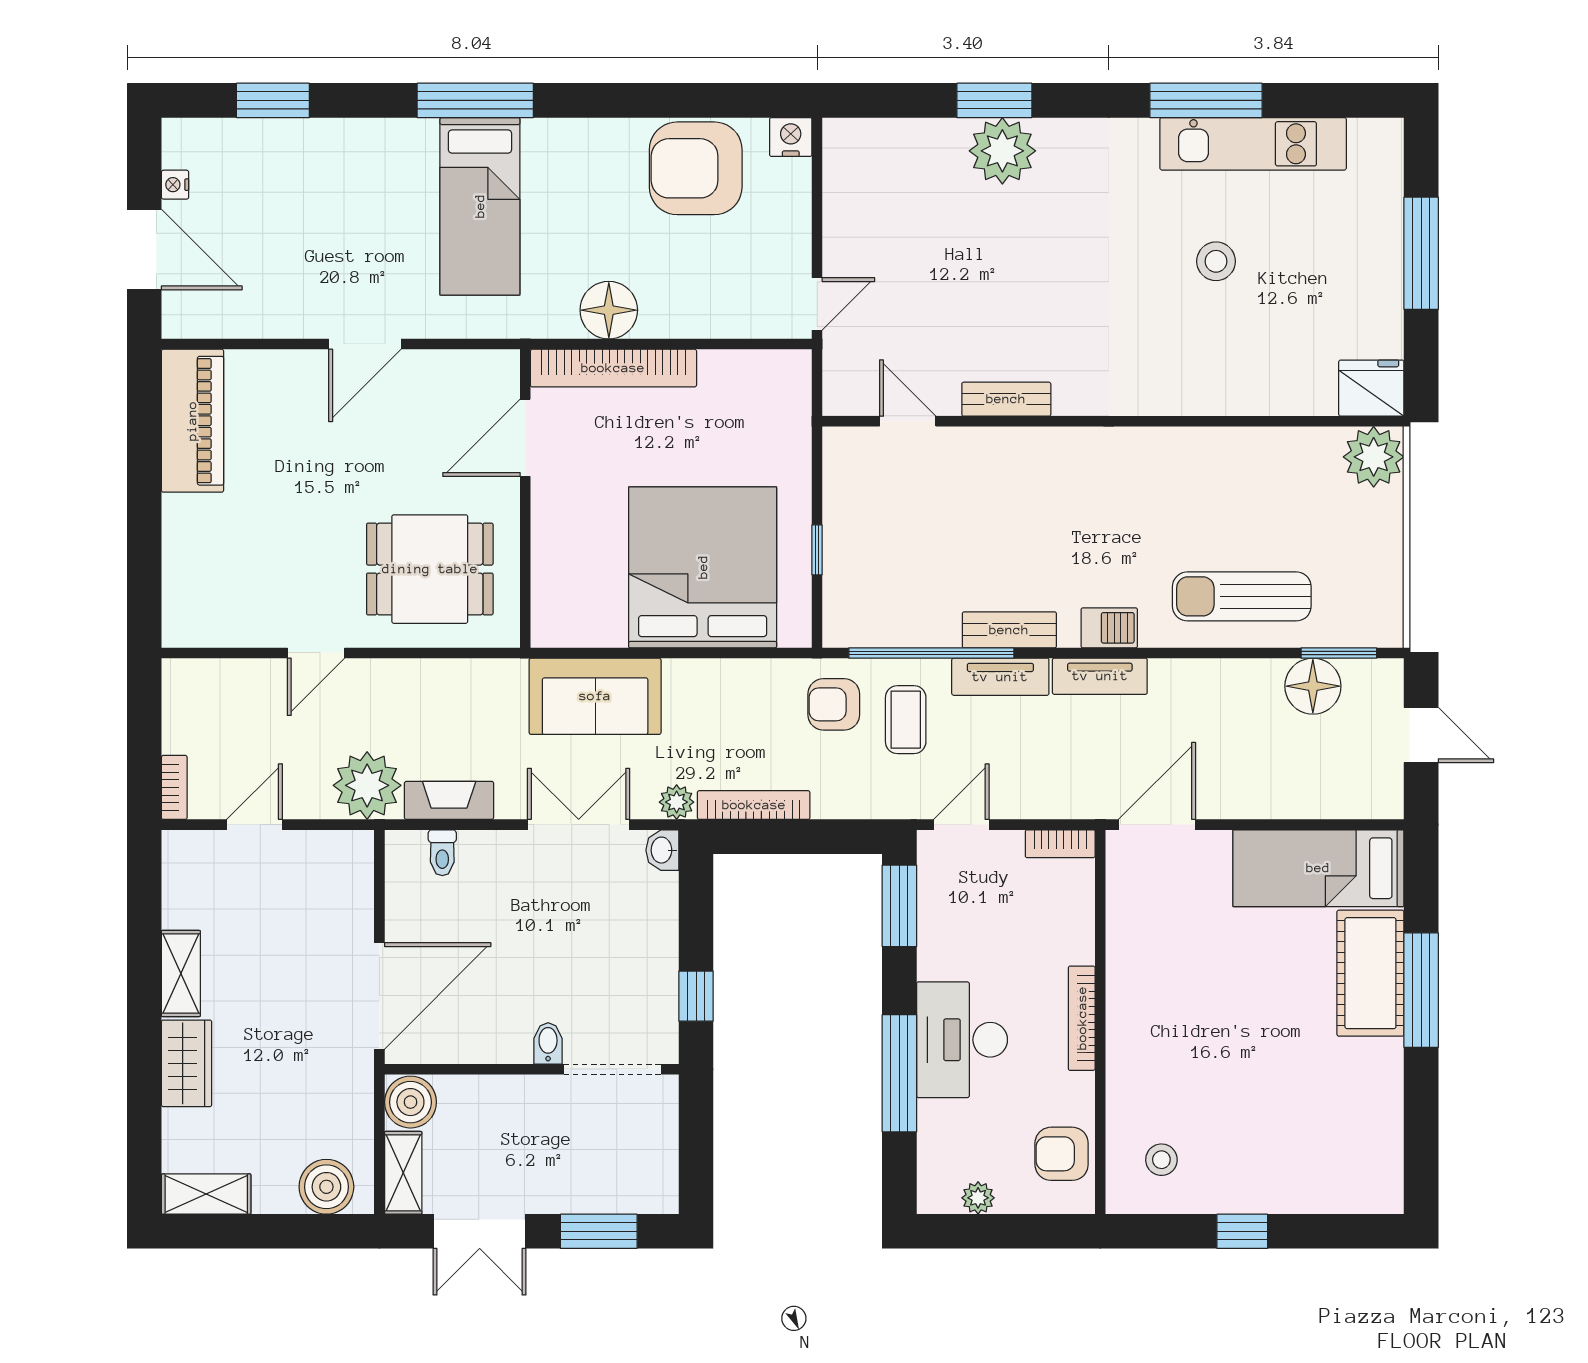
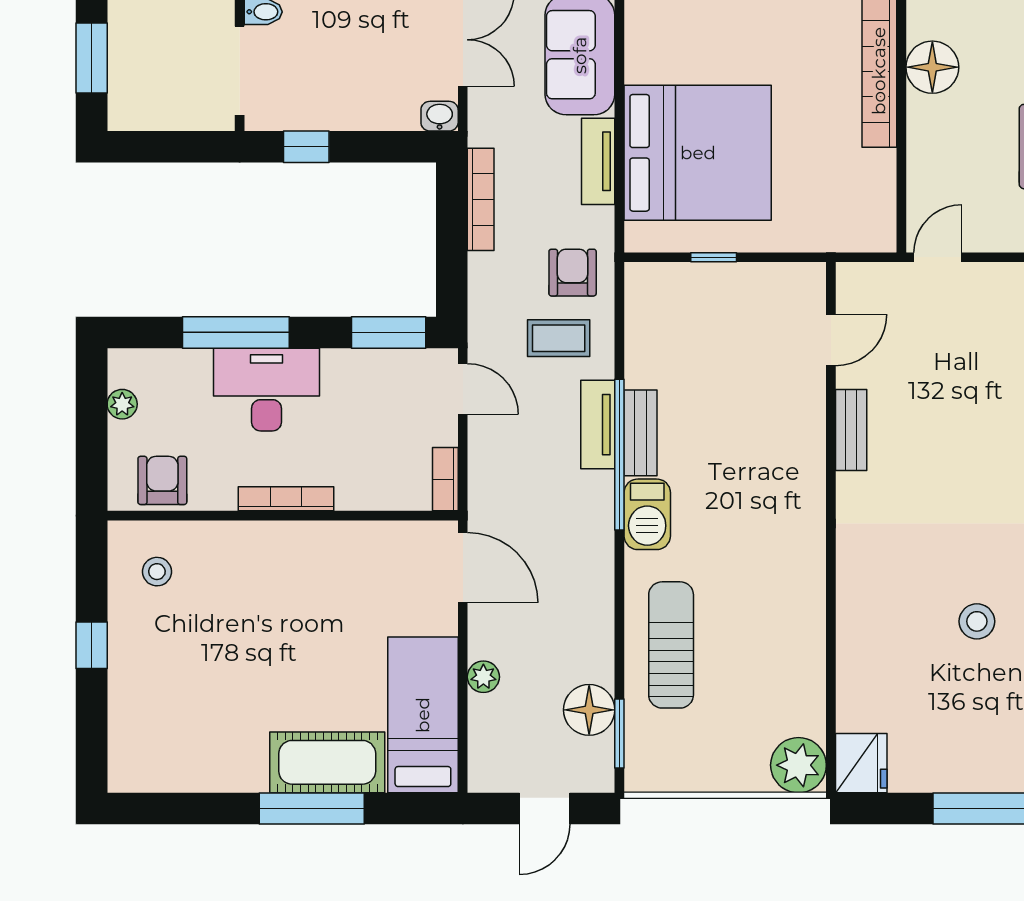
door: (817, 304) -> (938, 257), swing flipped
barbecue: (1109, 628) -> (647, 514), width x1.38, depth x1.27
window: (931, 653) -> (619, 455), moved
tv unit: (1100, 676) -> (598, 161), moved
plant: (677, 802) -> (483, 677), moved

